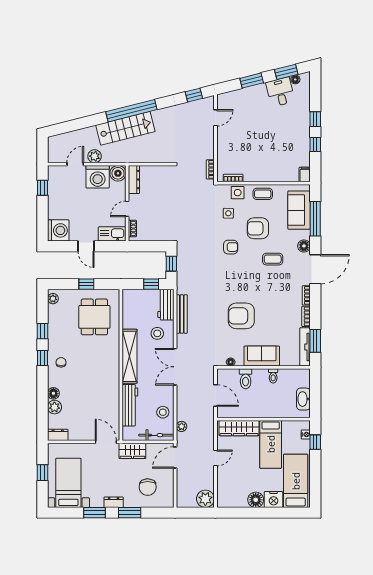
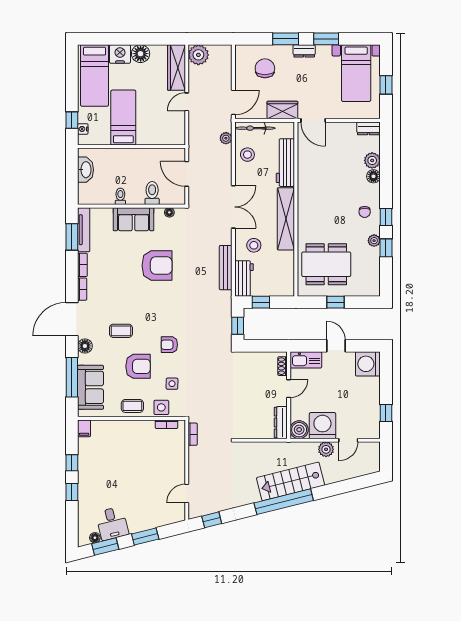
plant: (53, 299) -> (374, 241), moved
dining table: (94, 317) -> (326, 264), width x1.38
wardrobe: (239, 428) -> (176, 68), moved, turned -90

